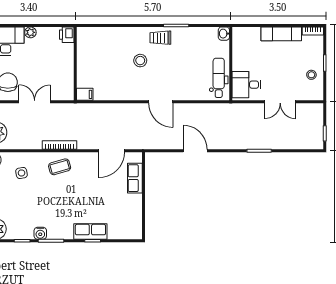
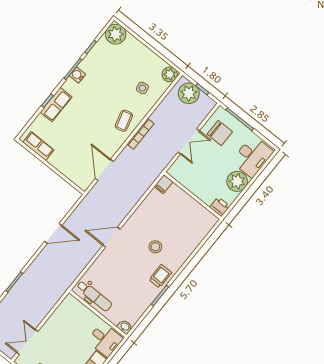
plant: (30, 32) -> (237, 181), width x1.88, depth x1.88
desk: (246, 85) -> (105, 340), moved, turned 90
double door: (280, 102) -> (27, 342), moved
row of seats: (135, 178) -> (38, 146), moved
water cooler: (40, 233) -> (77, 75), moved

